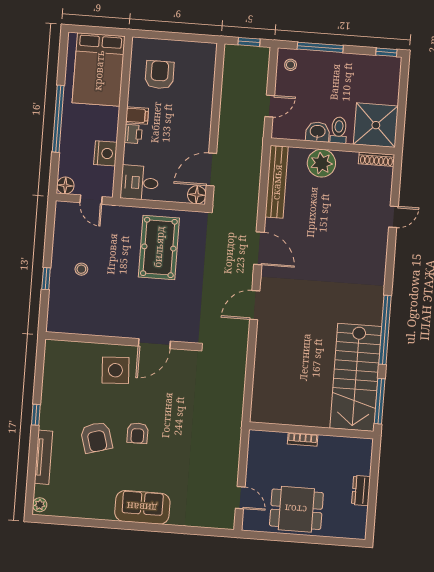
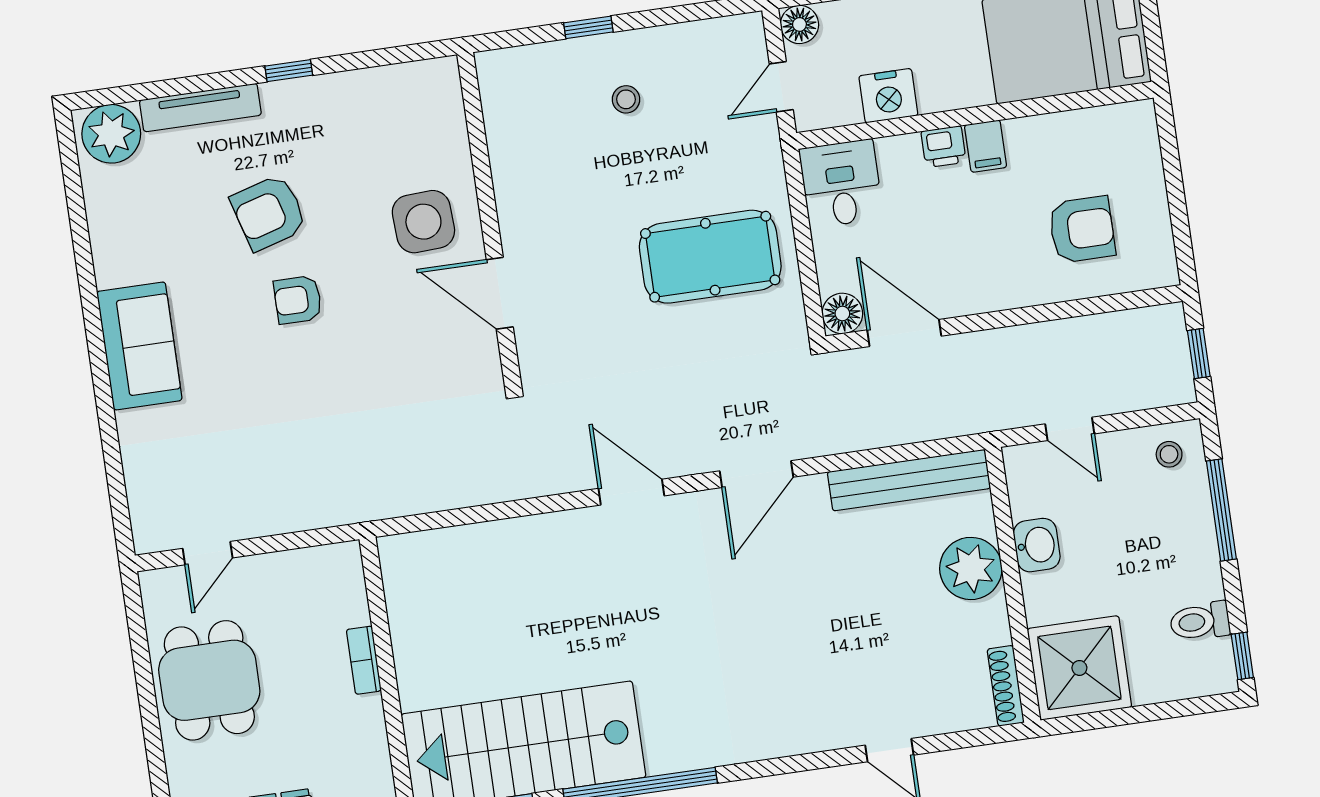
armchair: (160, 75) -> (1082, 229), moved
toilet: (339, 130) -> (1200, 621), moved, turned 180
plant: (40, 505) -> (111, 134), width x1.88, depth x1.88

